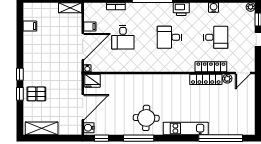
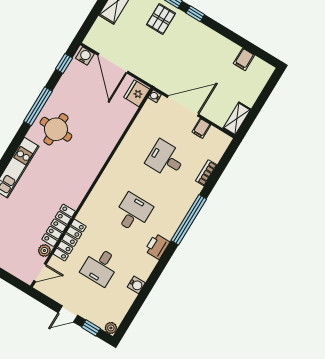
door: (83, 47) -> (183, 106), swing flipped
door: (243, 73) -> (40, 273), swing flipped

